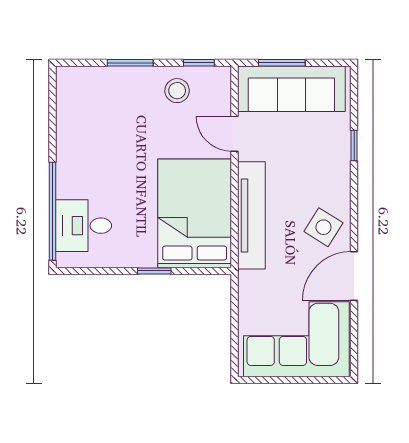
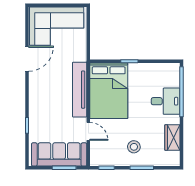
stool: (177, 91) -> (134, 147), moved
wardrobe: (70, 122) -> (172, 138), added
desk: (84, 226) -> (166, 101), moved
side table: (323, 227) -> (43, 84), removed

